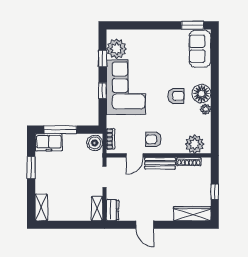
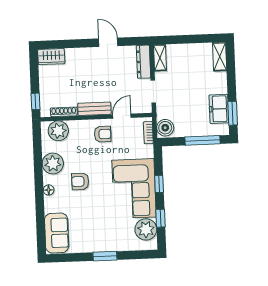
window: (193, 25) -> (105, 256), moved
floor lamp: (201, 94) -> (49, 190), width x0.53, depth x0.53
plant: (206, 109) -> (53, 163), width x1.87, depth x1.87
freezer: (49, 142) -> (219, 109), moved, turned -90
window: (31, 168) -> (233, 113), moved
window: (215, 192) -> (36, 101), moved
dresser: (113, 210) -> (143, 62), width x1.44
wardrobe: (192, 214) -> (51, 57), width x0.67

